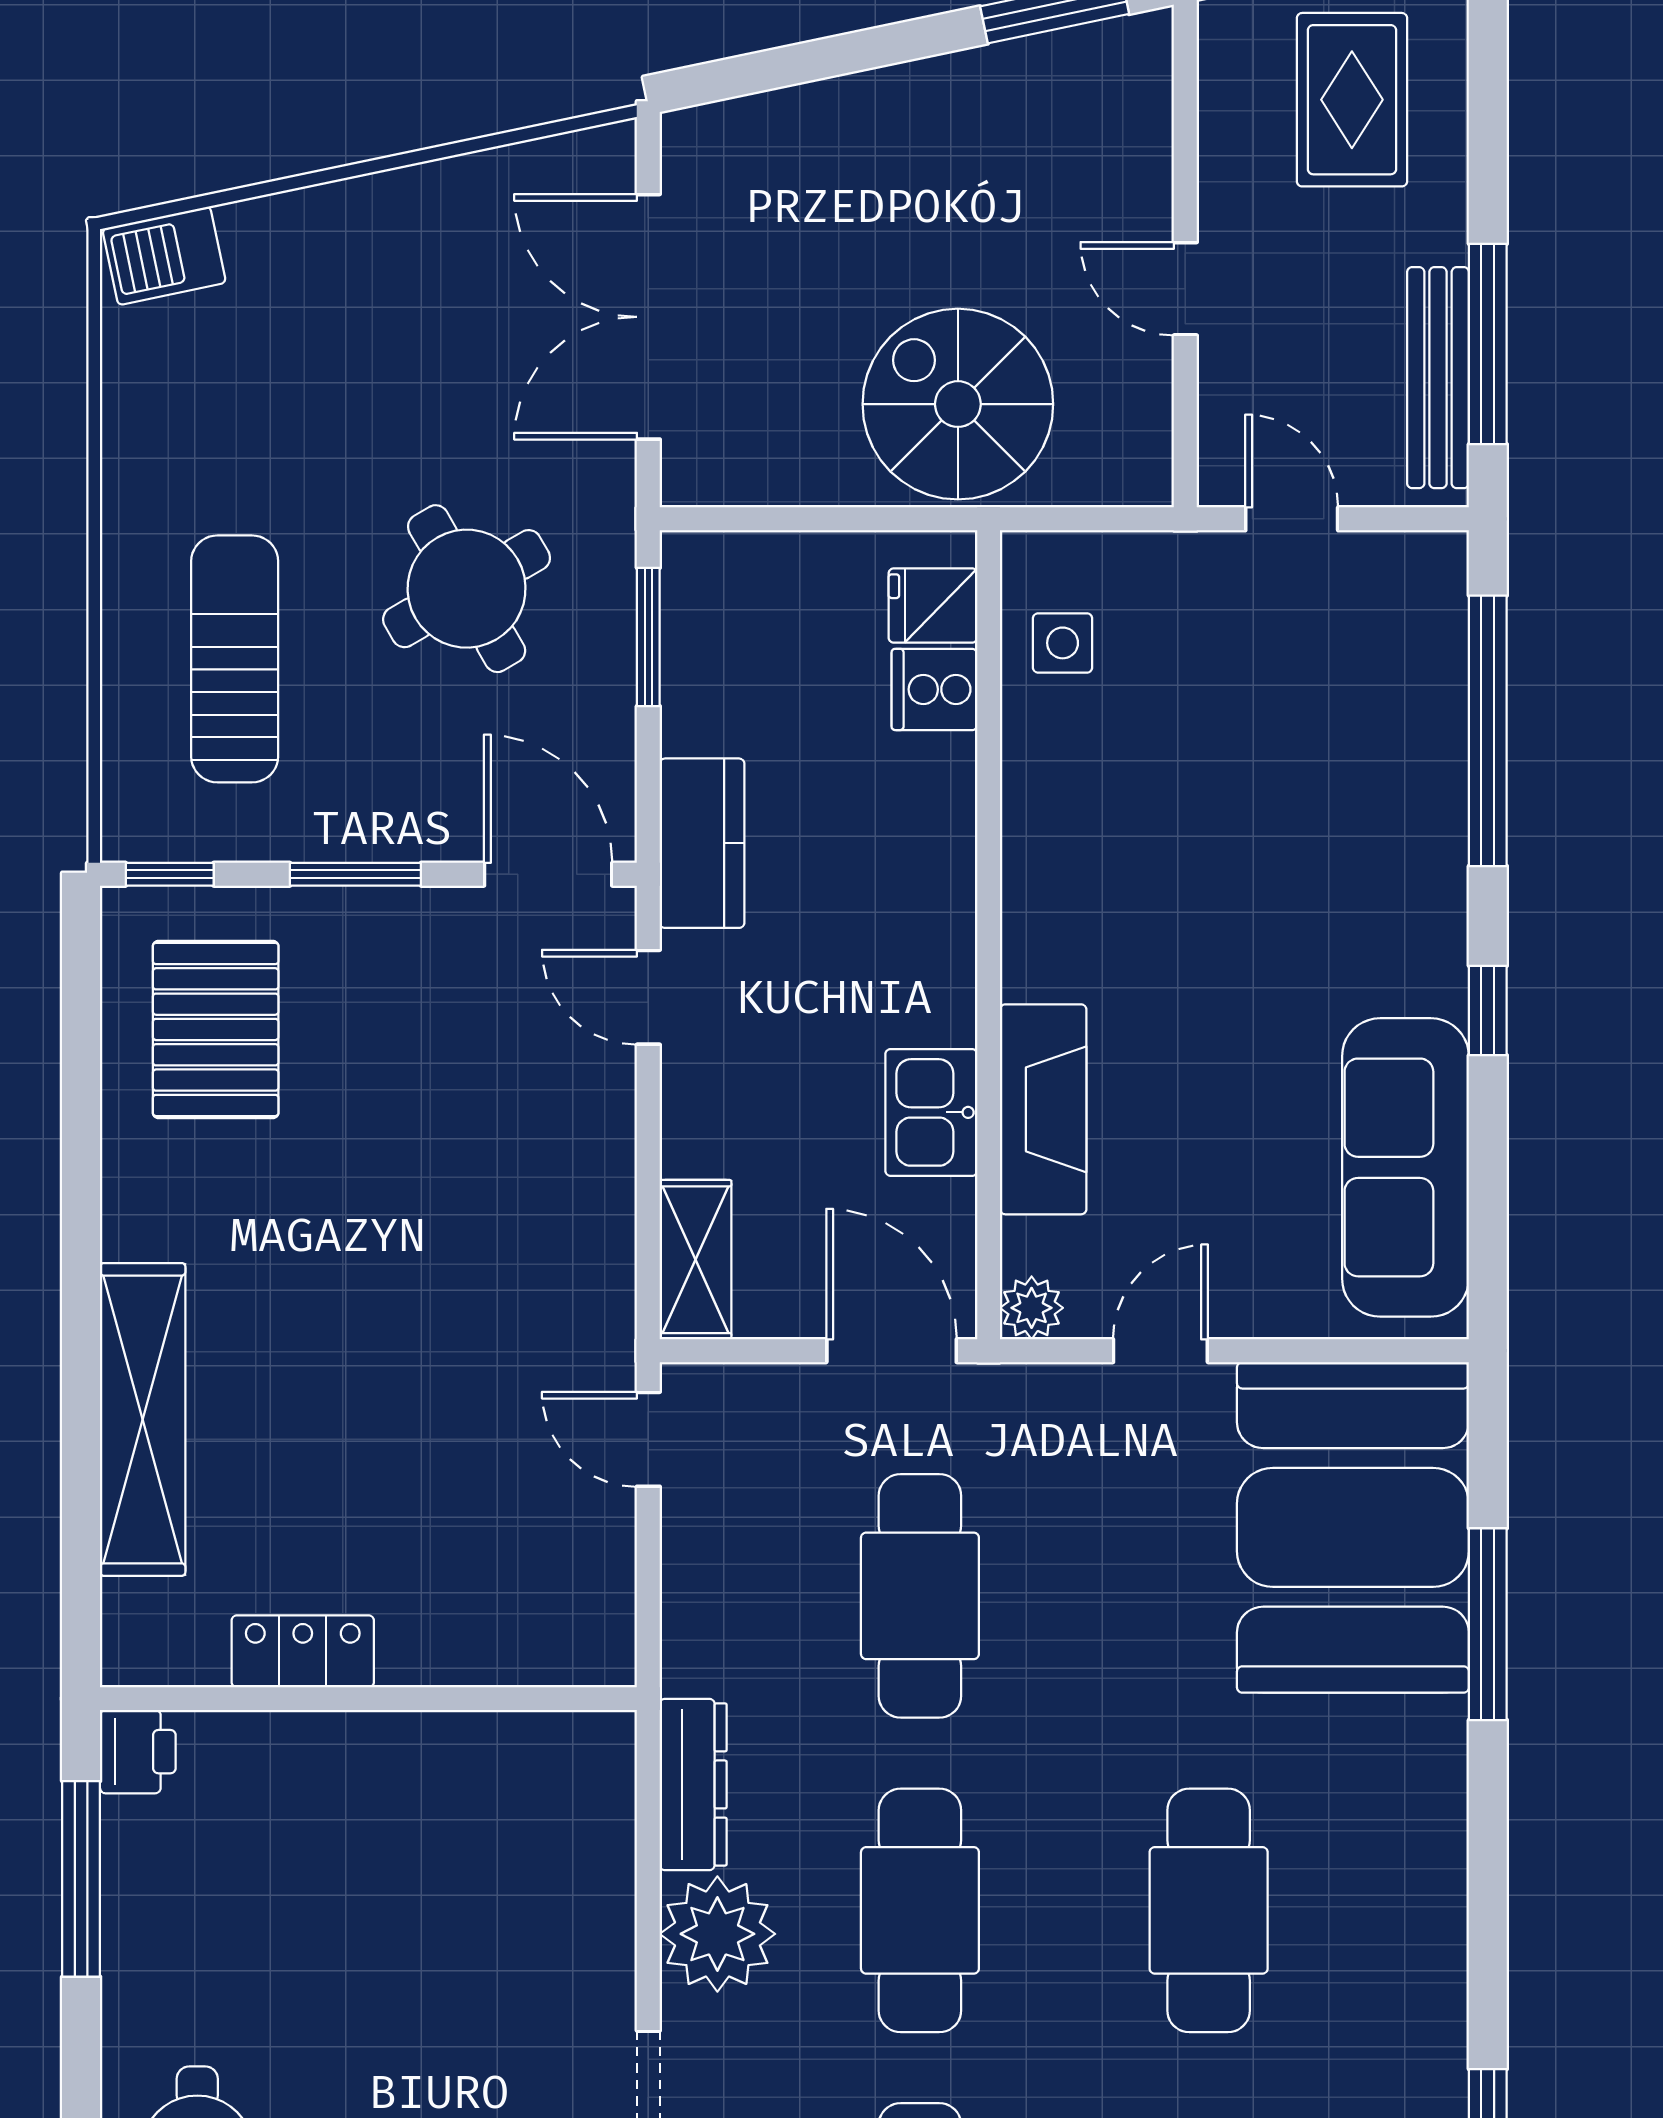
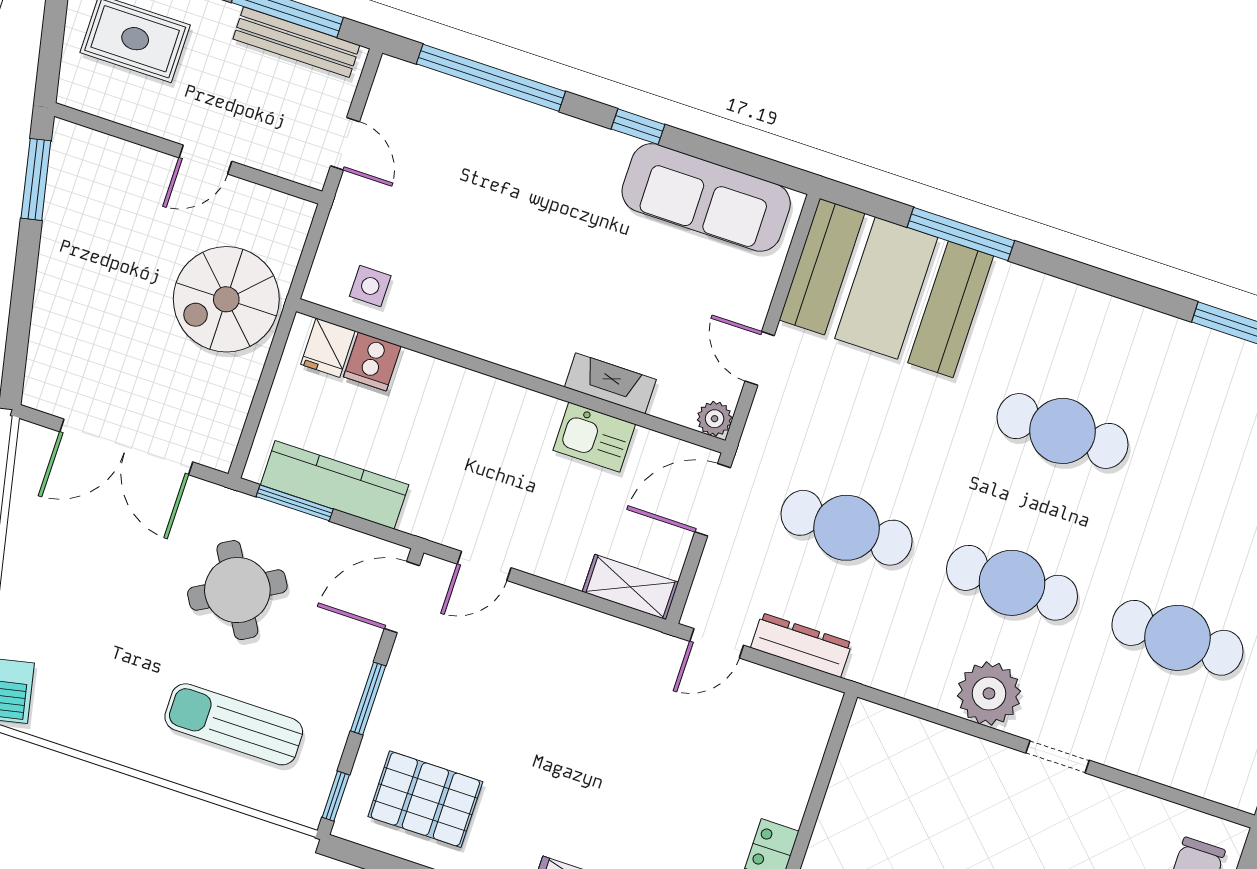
door: (1292, 519) -> (345, 144), swing flipped
kitchen counter: (702, 843) -> (335, 485), moved, width x1.50
fireplace: (1043, 1109) -> (610, 383), width x0.73, depth x0.76
dresser: (693, 1784) -> (801, 645), moved

